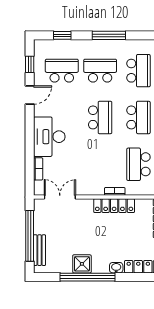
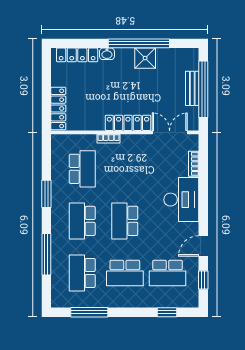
window: (109, 35) -> (89, 312), moved
double door: (60, 197) -> (170, 132), swing flipped
locker: (114, 206) -> (128, 123), moved
bench: (40, 250) -> (192, 88), moved

